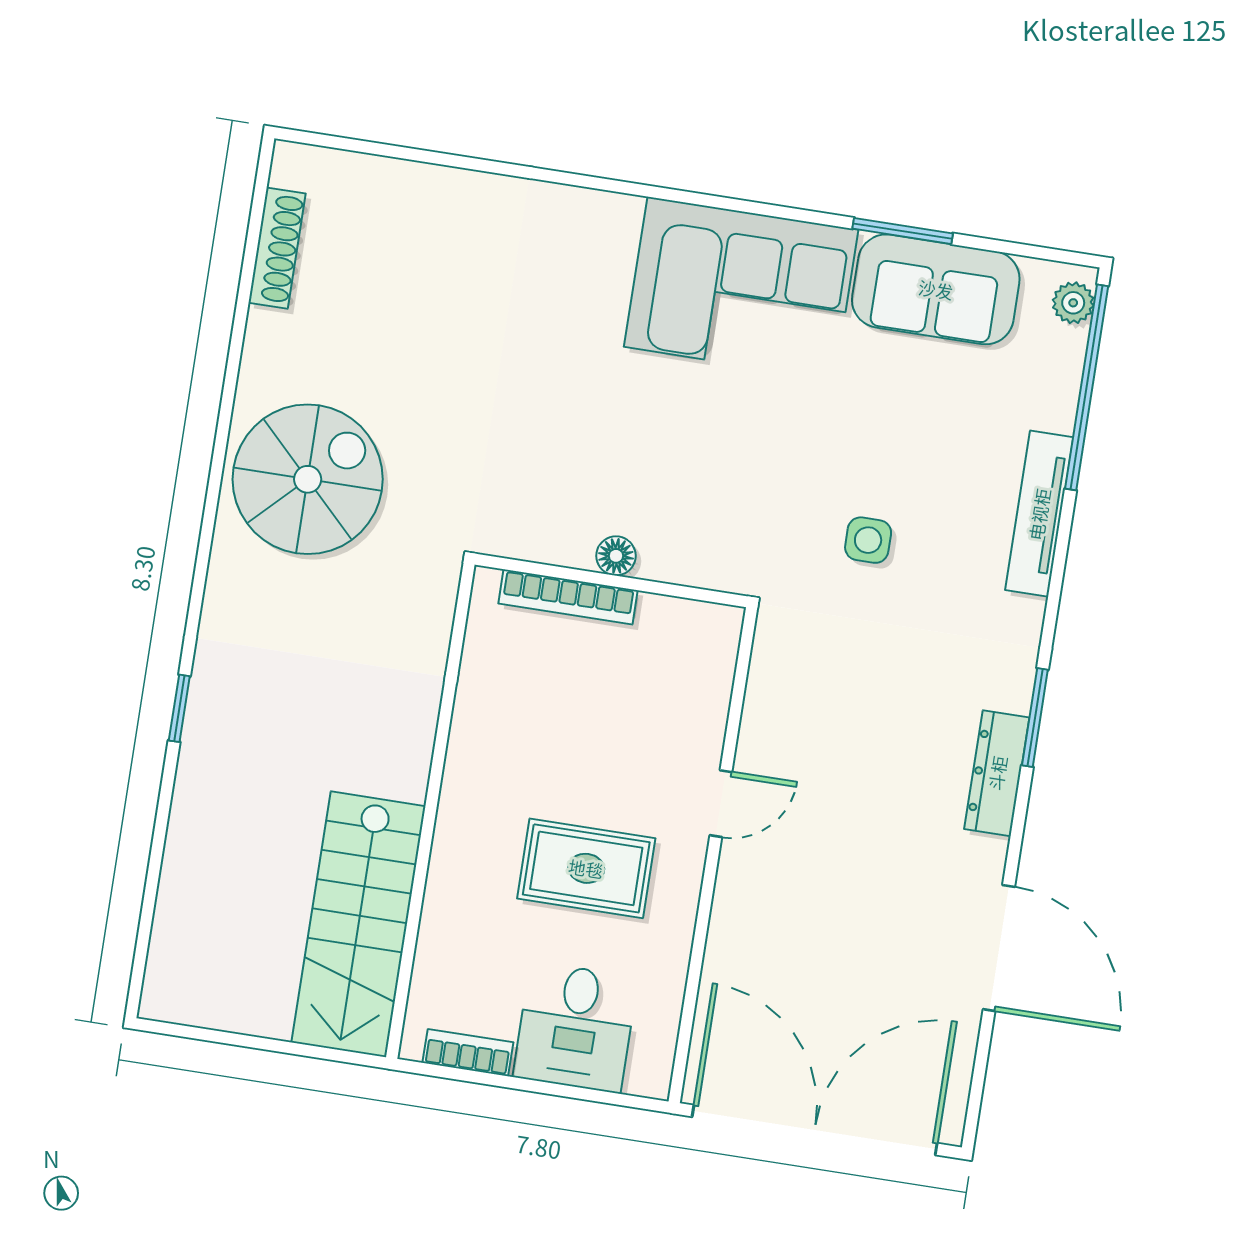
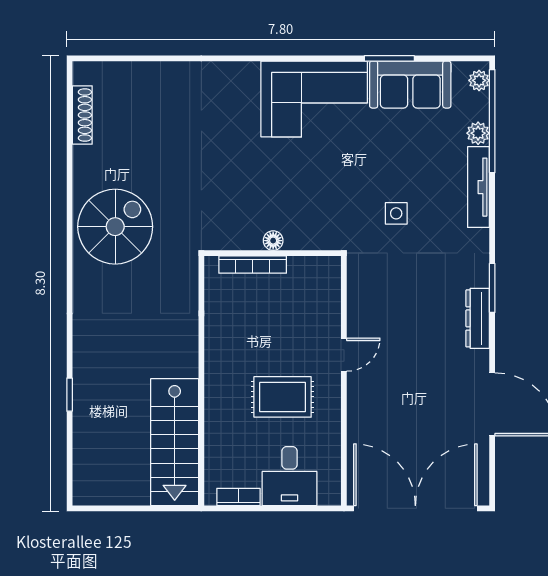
plant: (1055, 407) -> (478, 133), added
window: (179, 708) -> (70, 395), moved

